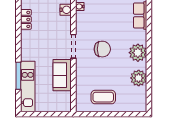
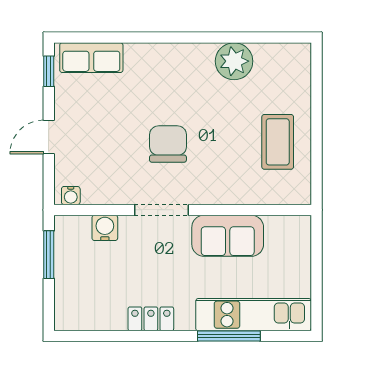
water cooler: (66, 10) -> (105, 228), moved
locker: (26, 19) -> (151, 319), moved
plant: (138, 53) -> (176, 63), removed

